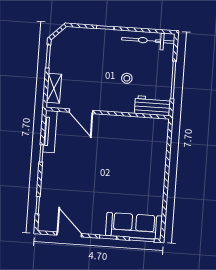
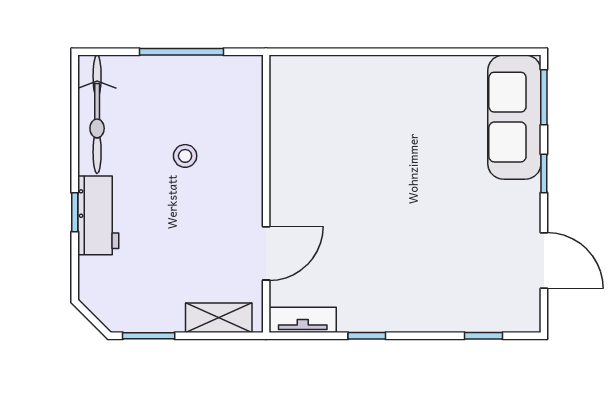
workbench: (152, 106) -> (98, 215), moved, turned 180
tv unit: (50, 132) -> (303, 320), width x0.71
door: (69, 234) -> (544, 261), swing flipped

